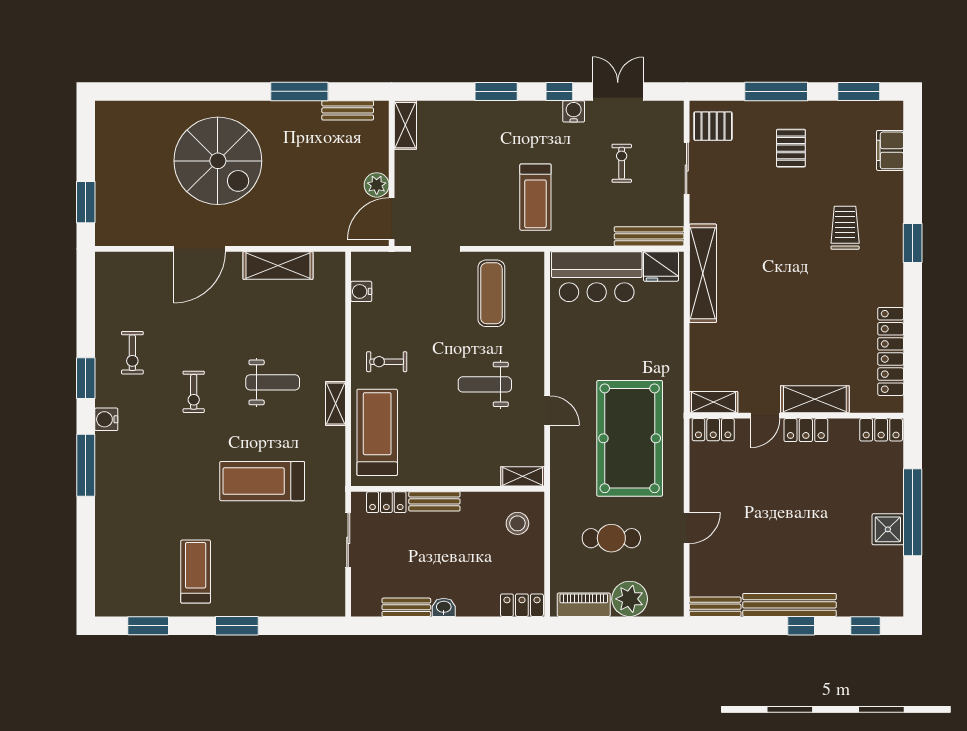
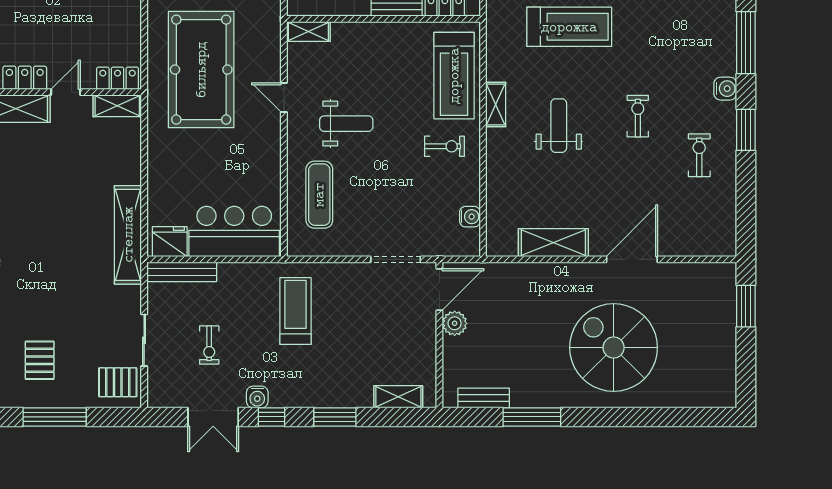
shelving: (405, 125) -> (398, 397), moved, turned 90
exercise mat: (491, 293) -> (319, 195), moved
weight bench: (273, 382) -> (559, 126), turned 90

